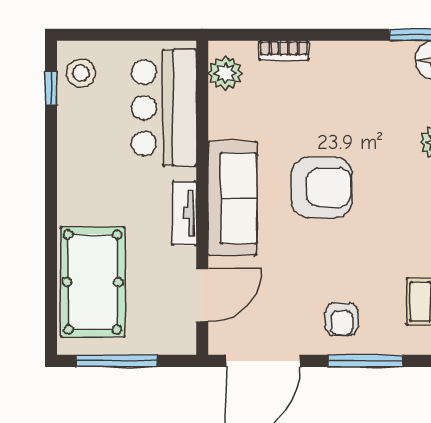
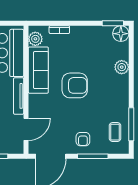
sofa: (232, 198) -> (38, 70), moved
tv unit: (184, 213) -> (19, 96), width x1.41

